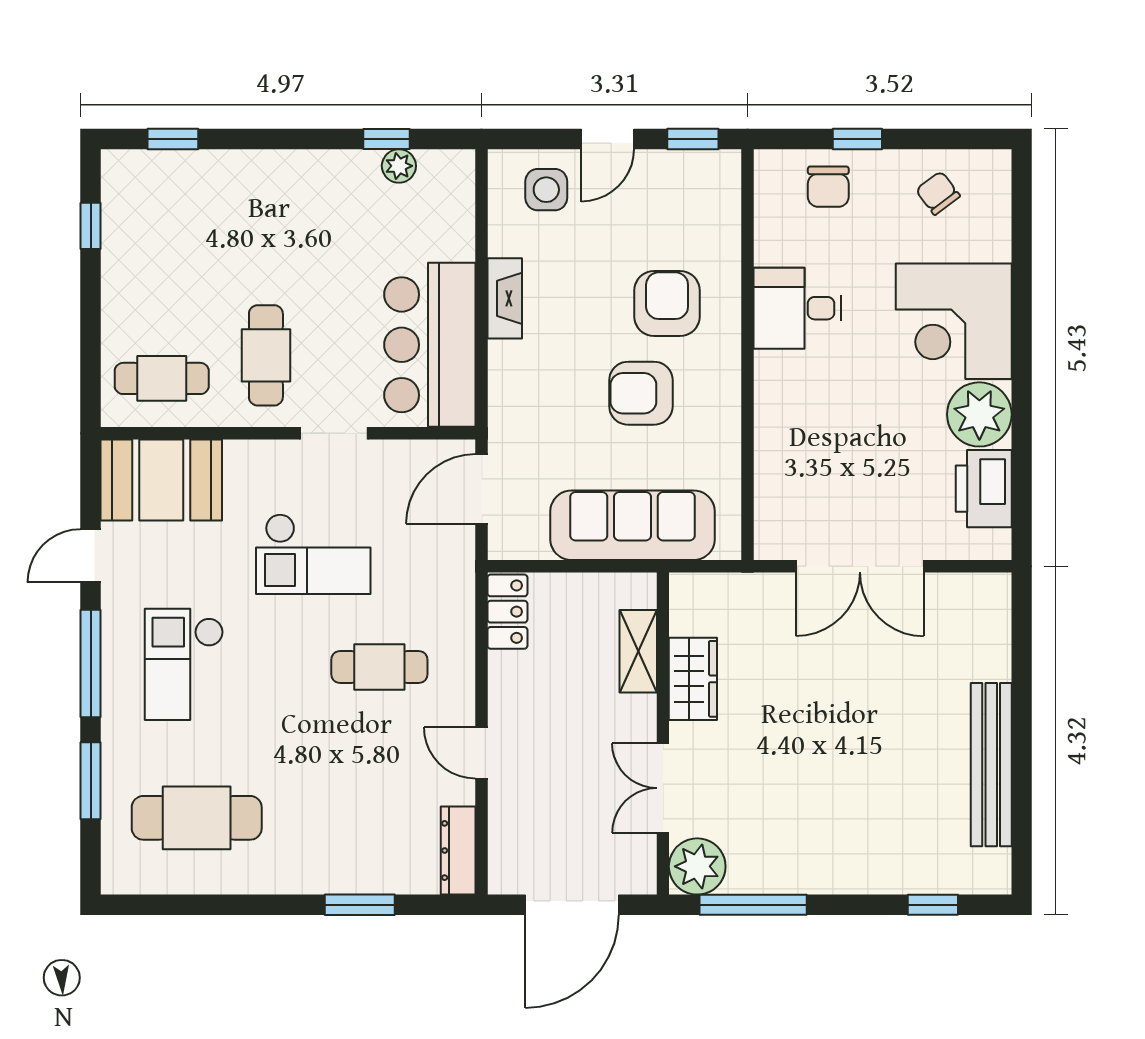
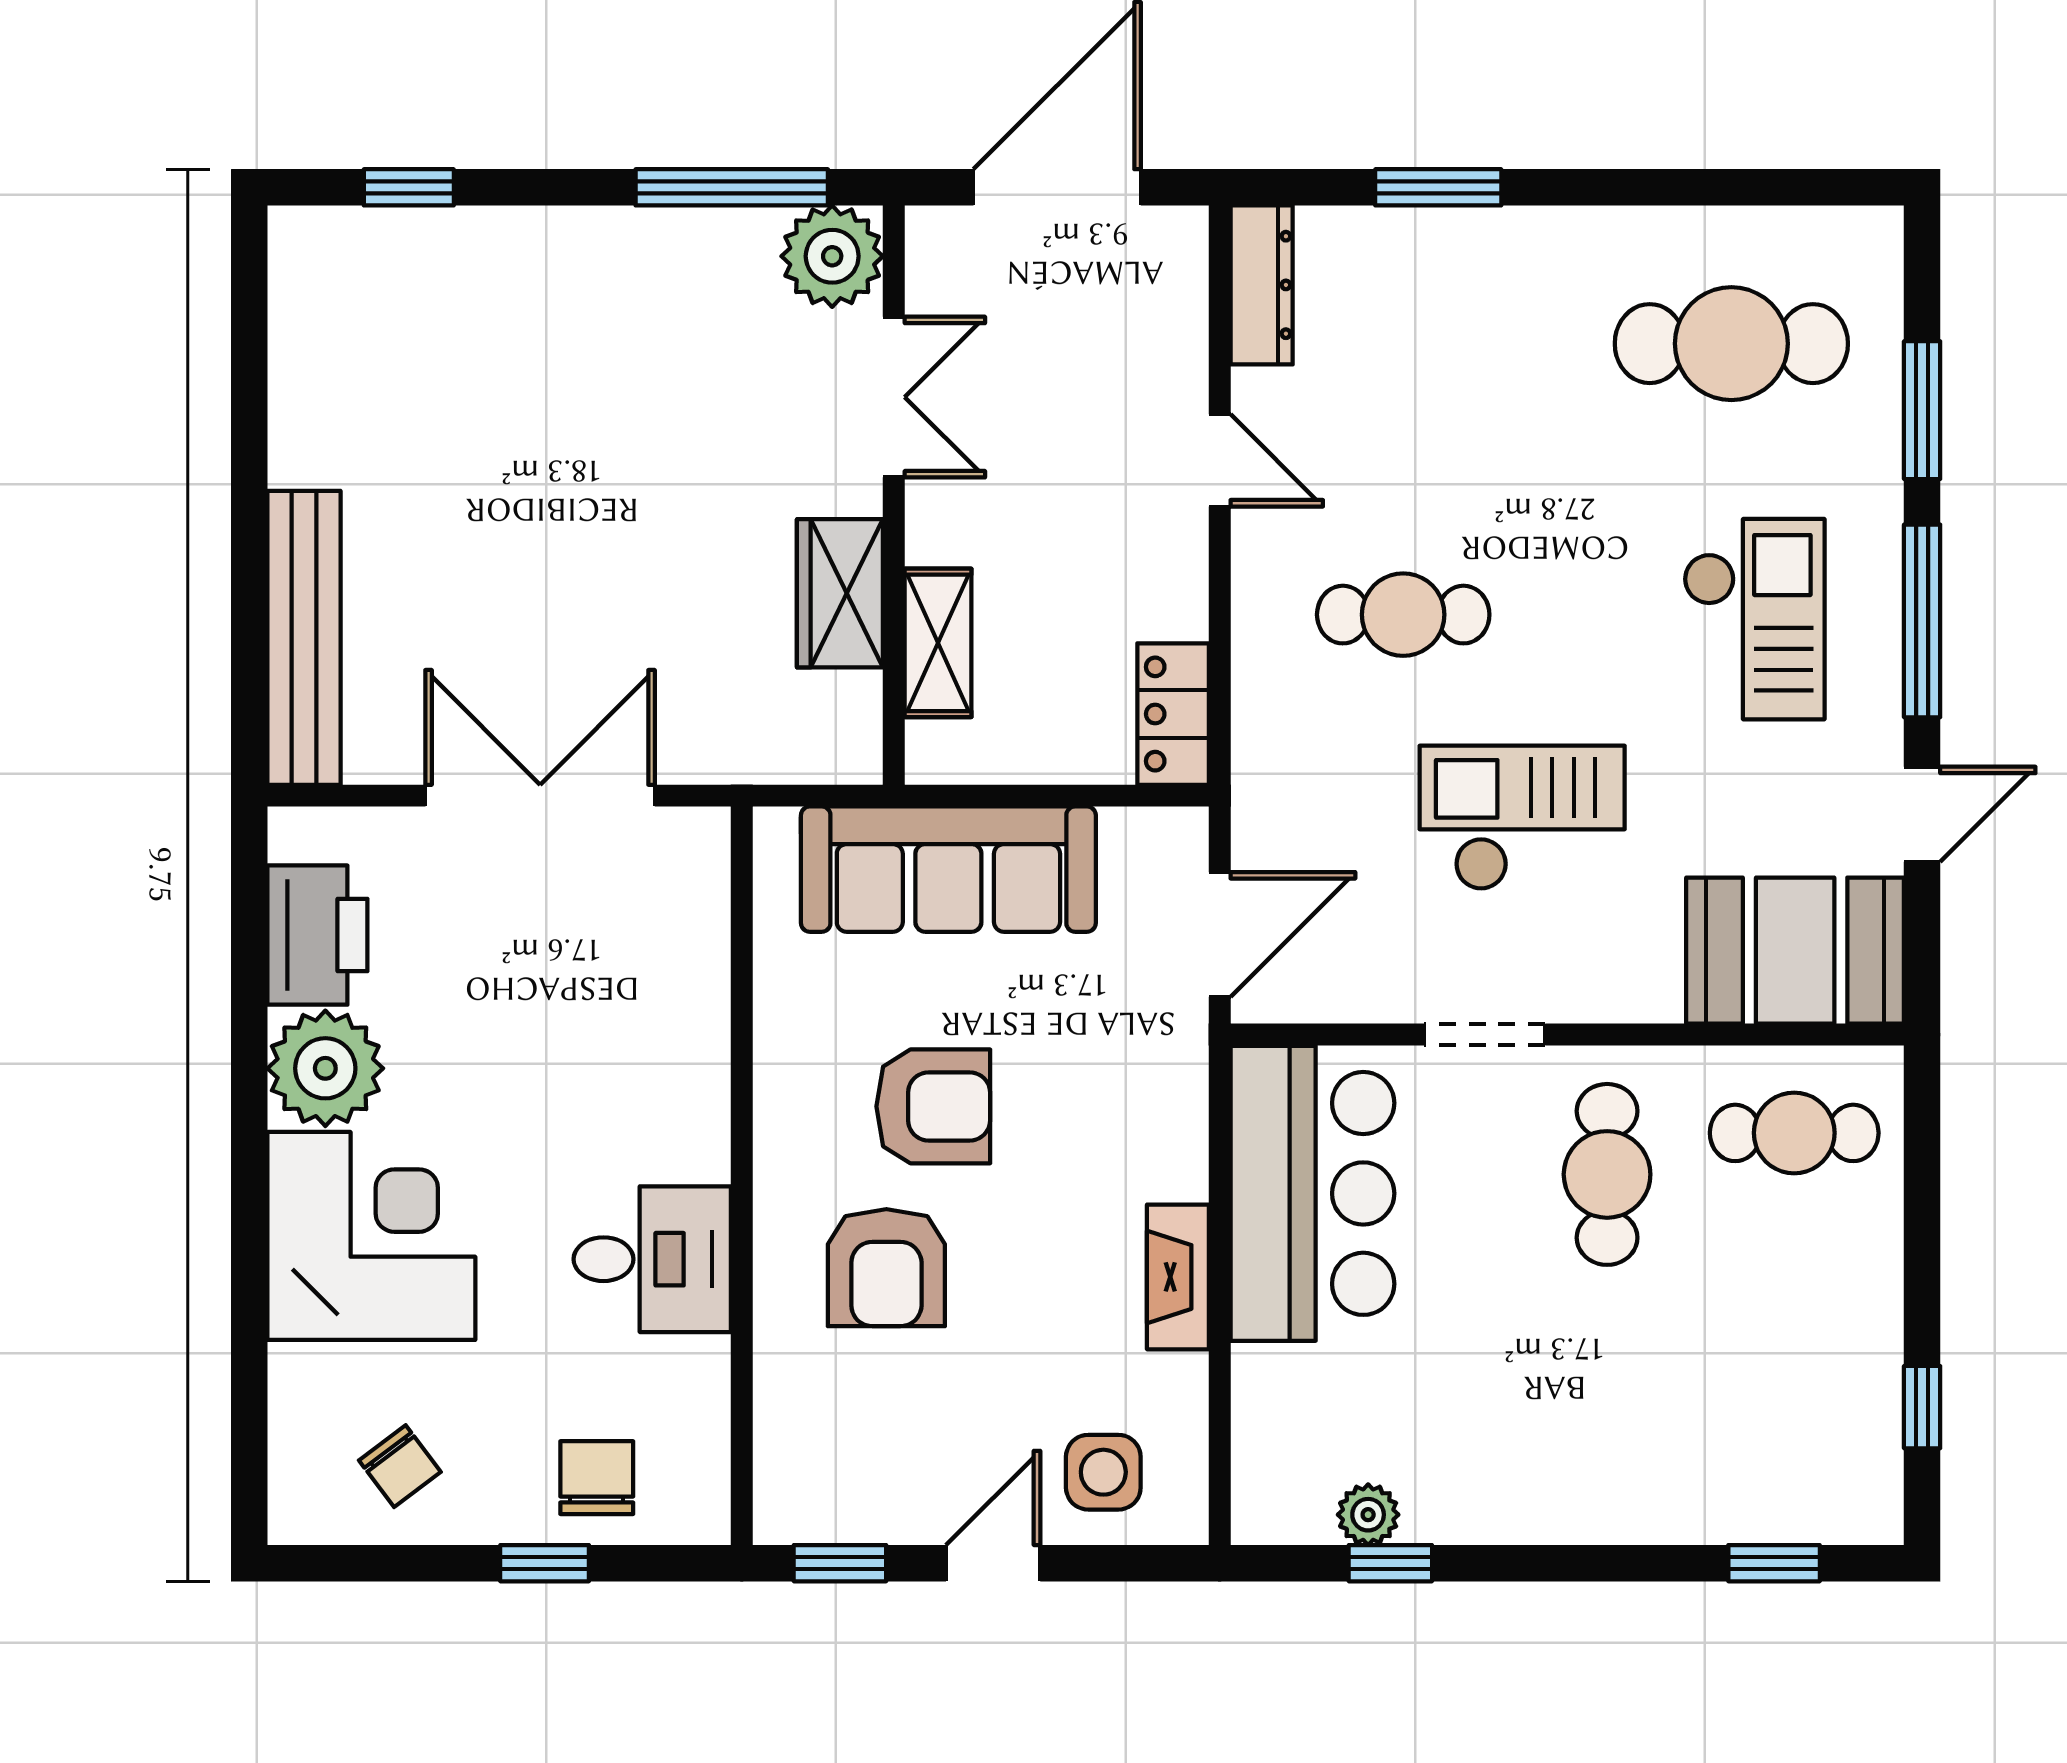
bench: (991, 765) -> (304, 638), moved

